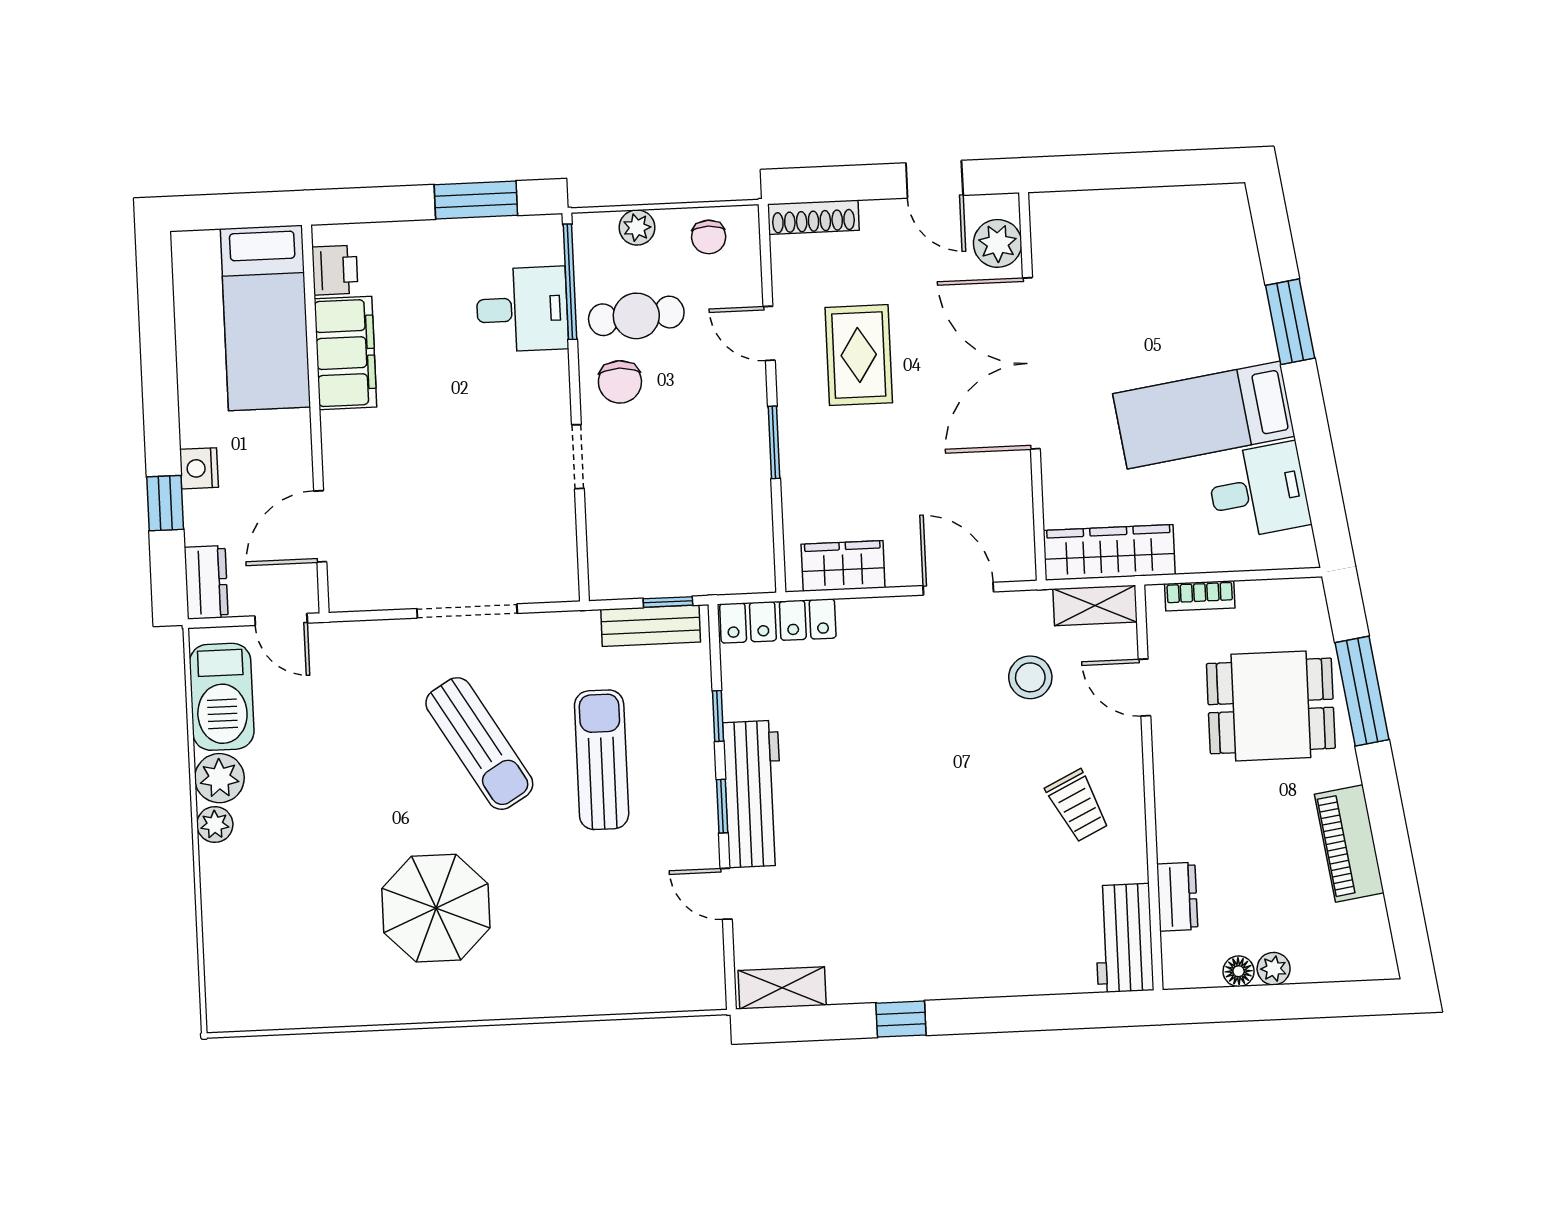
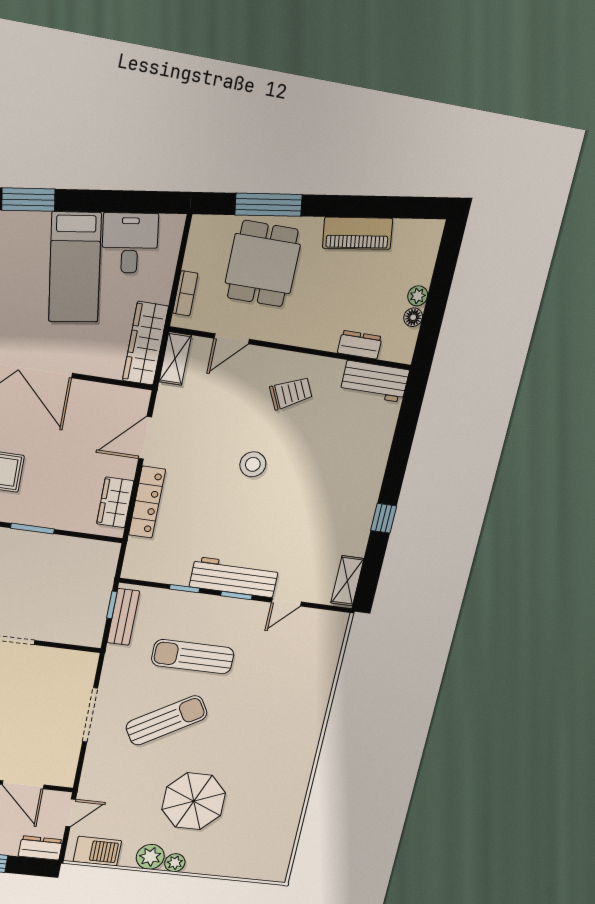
locker: (778, 621) -> (147, 502), moved
stool: (1030, 677) -> (253, 464), moved
barbecue: (222, 697) -> (97, 851), width x0.73, depth x0.83
parasol: (436, 908) -> (194, 801), moved

